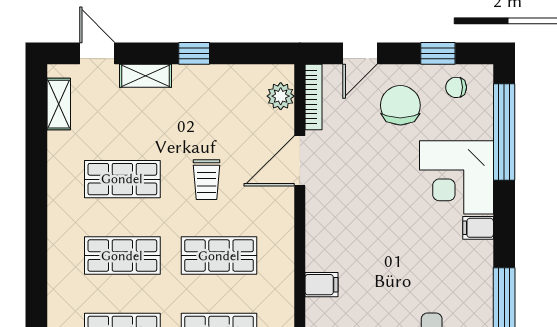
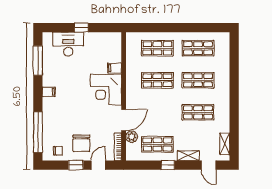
window: (438, 53) -> (76, 165), moved
plant: (281, 96) -> (132, 137), moved
shop shelf: (219, 103) -> (157, 144), added
corner desk: (456, 177) -> (106, 90), moved, turned 180
trolley: (207, 180) -> (163, 112), removed

